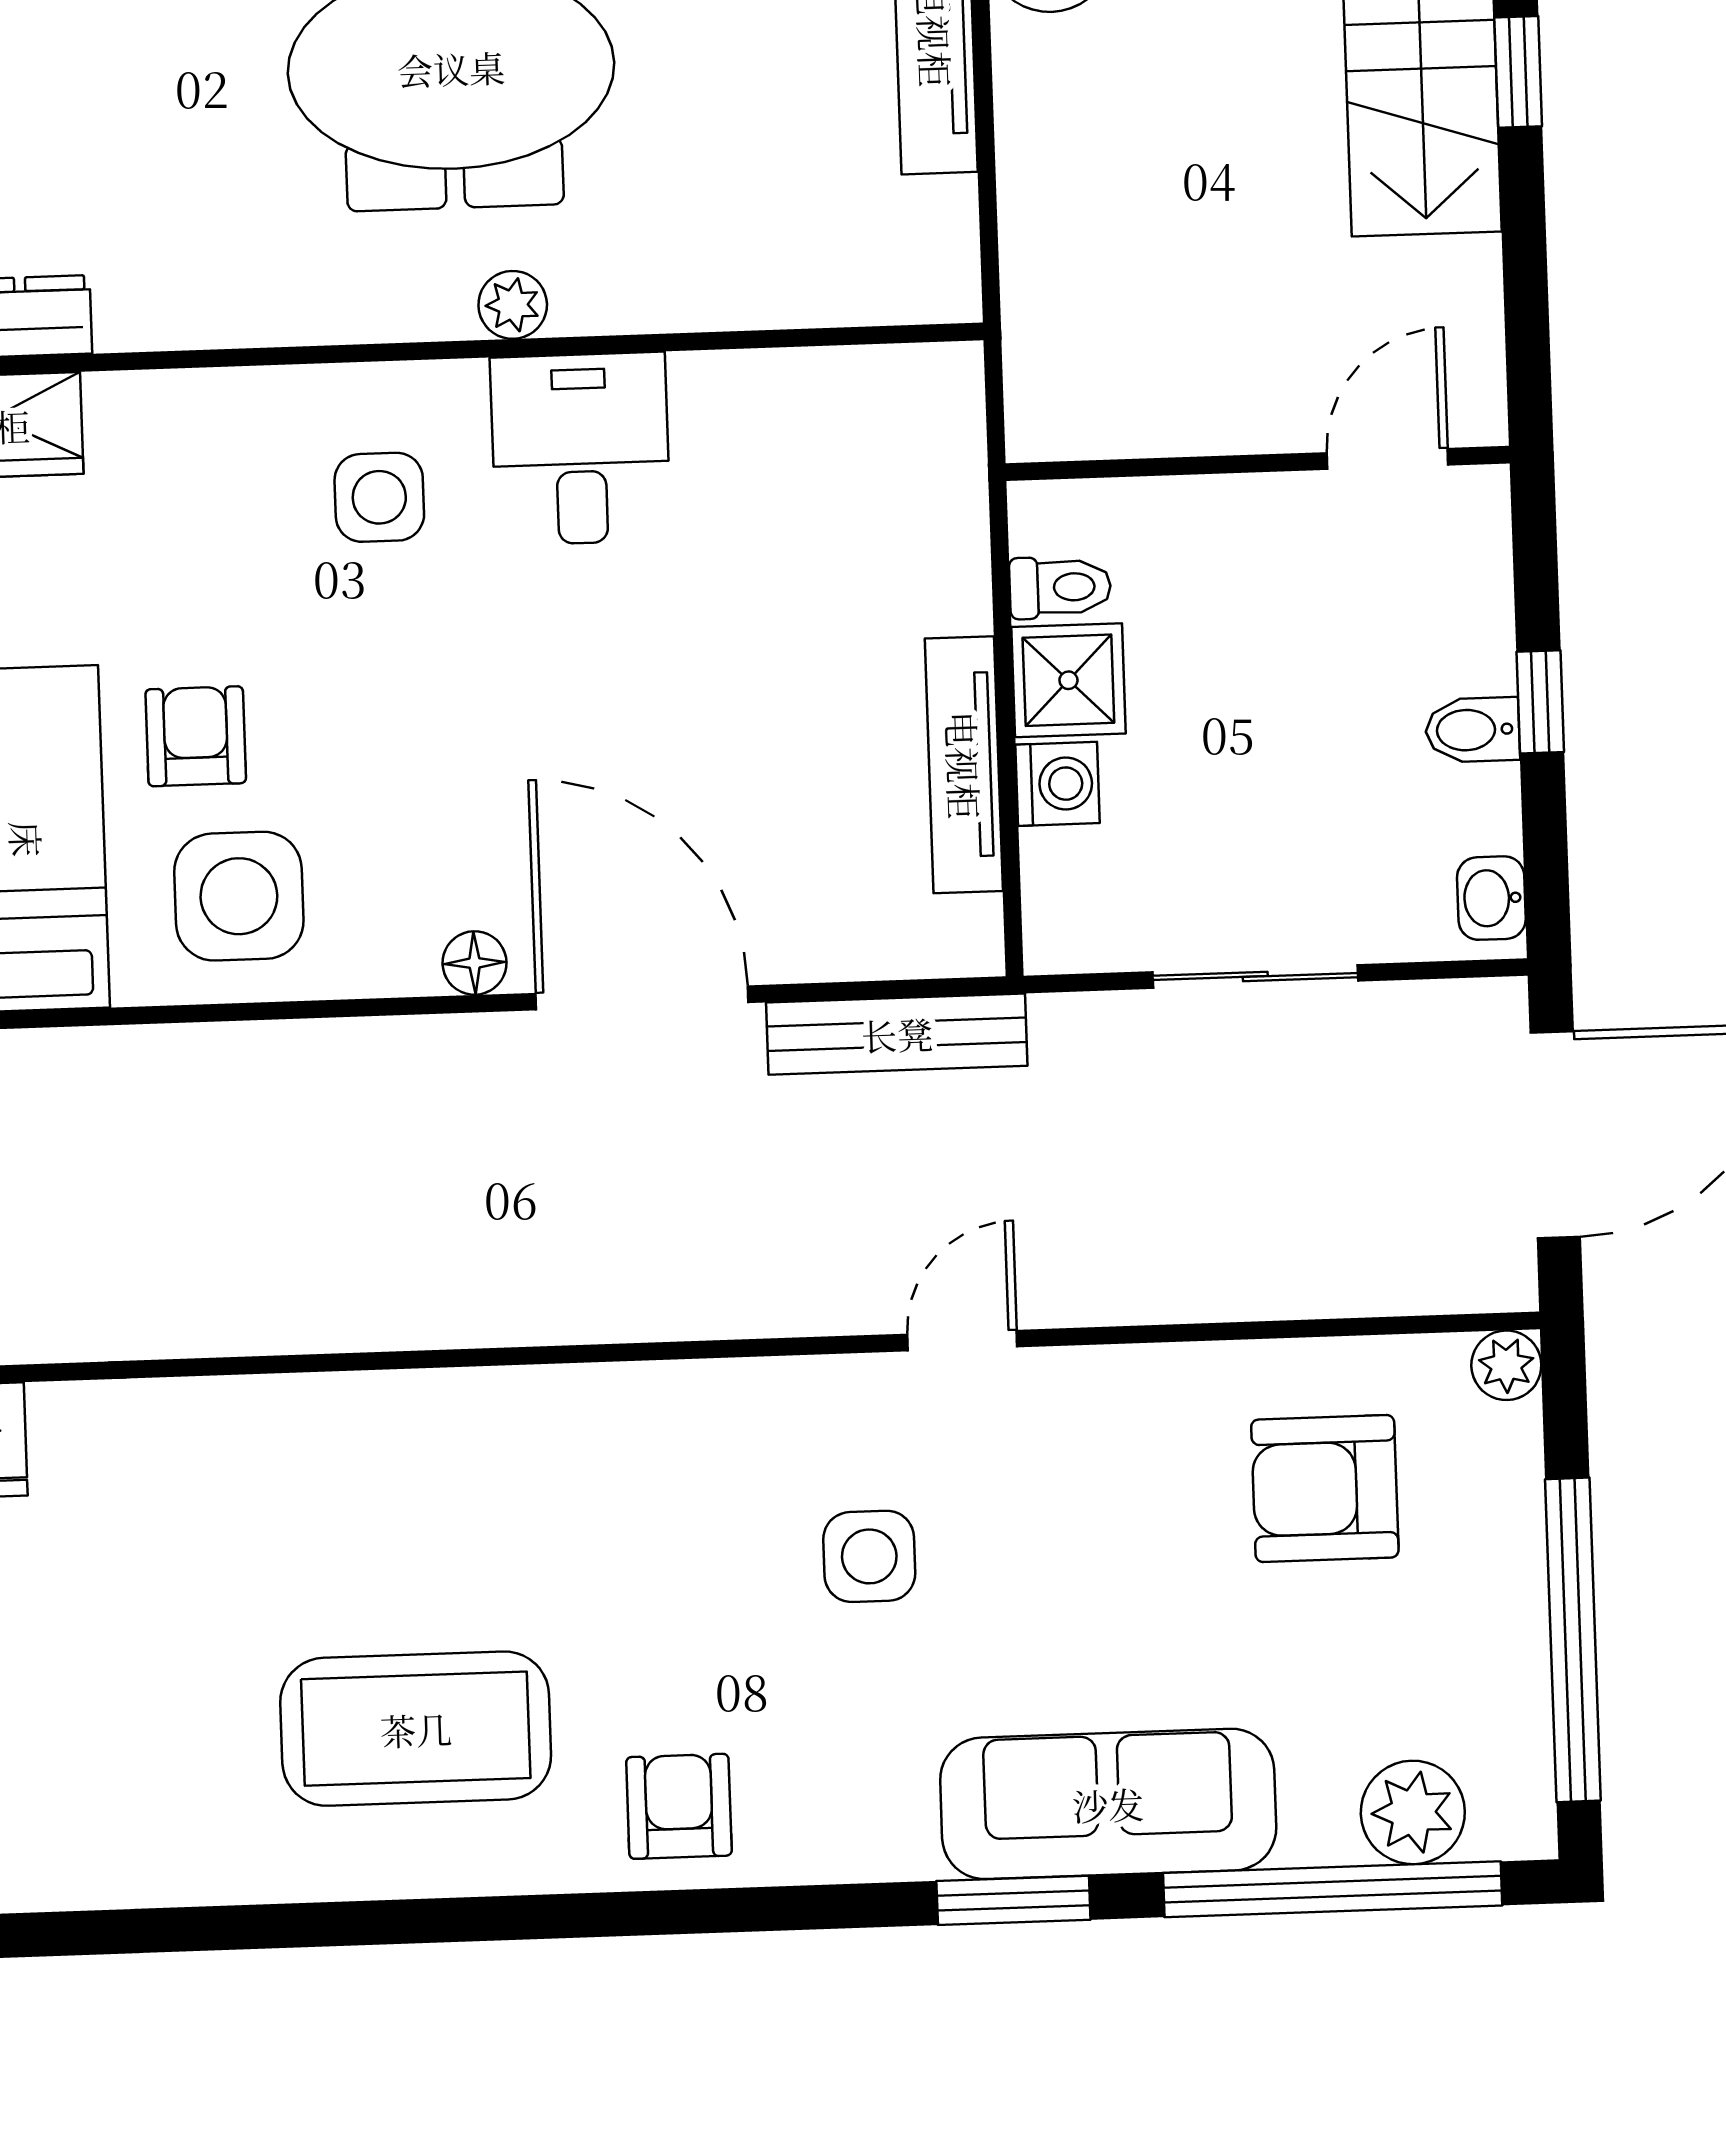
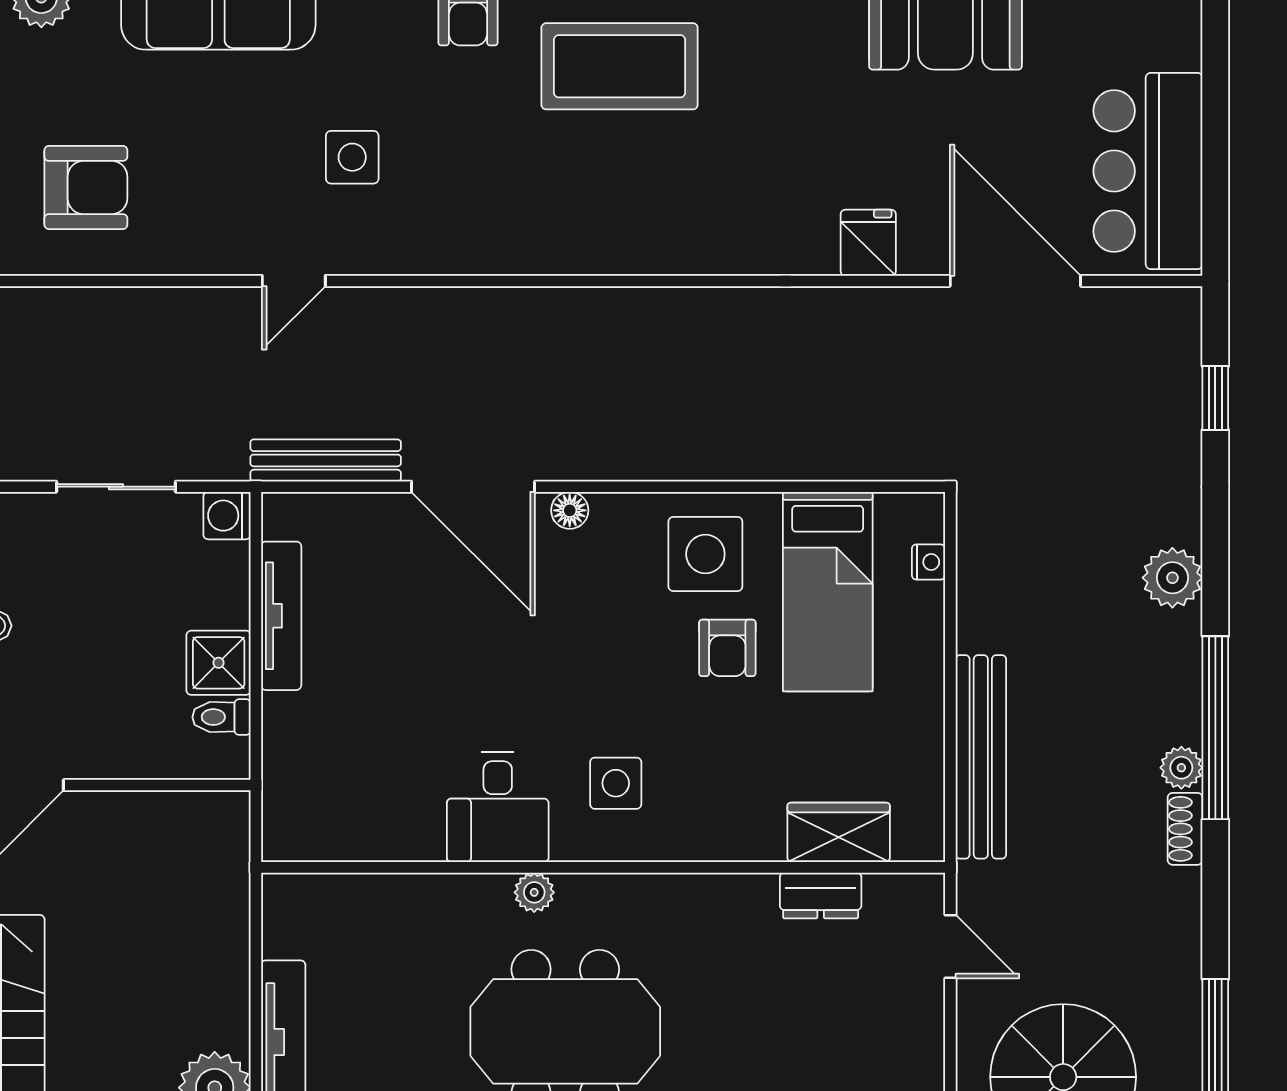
washing machine: (1058, 784) -> (227, 516), moved

